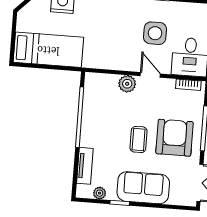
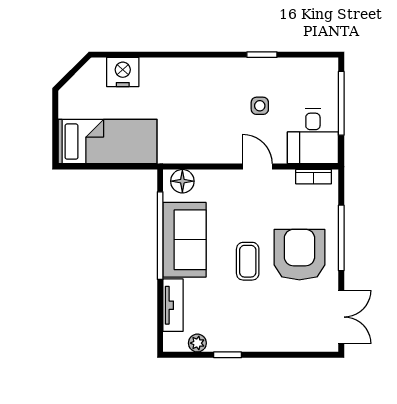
side table: (155, 33) -> (260, 106), width x0.54, depth x0.54
floor lamp: (98, 81) -> (182, 181), added
plant: (127, 84) -> (225, 182), removed
sofa: (143, 188) -> (185, 240), moved, turned 90

